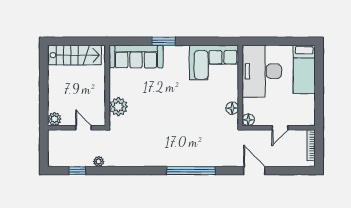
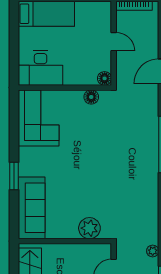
desk: (262, 71) -> (41, 68), width x0.73, depth x0.77

